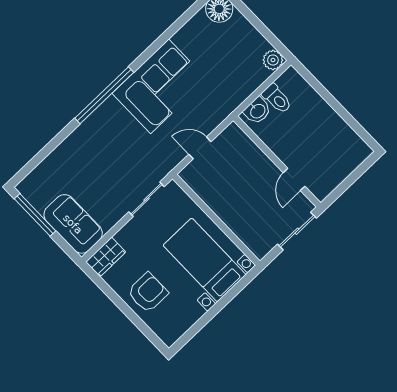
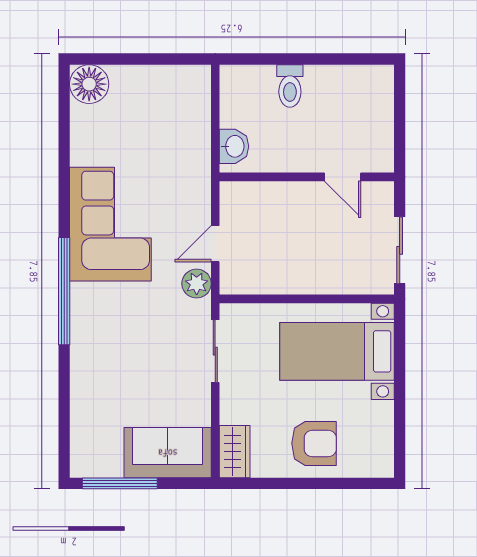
plant: (273, 60) -> (197, 284), moved
toilet: (277, 99) -> (290, 86), moved, turned 90
sliding door: (297, 231) -> (400, 250), moved
armchair: (148, 293) -> (314, 443), turned 90

